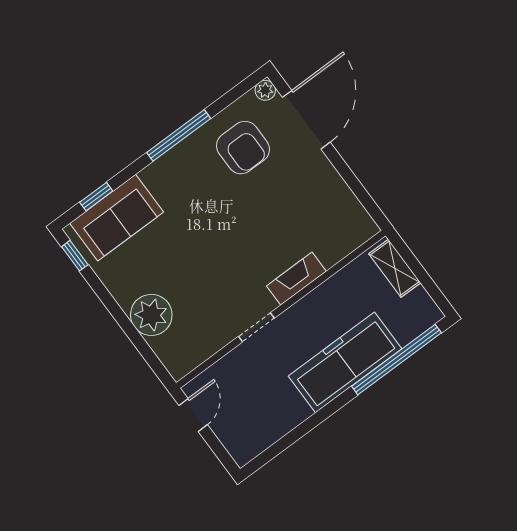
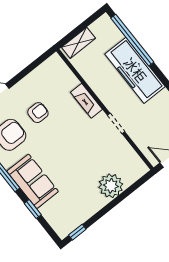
armchair: (279, 196) -> (38, 113), added
window: (96, 197) -> (33, 209), moved
sofa: (117, 218) -> (33, 181), moved

